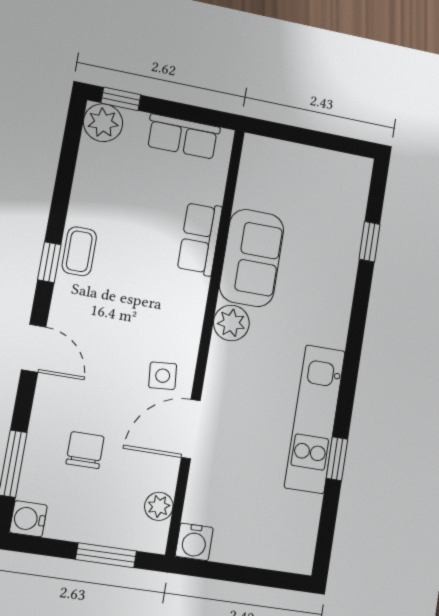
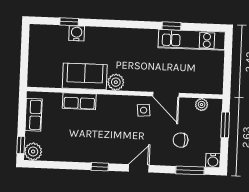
coffee table: (79, 251) -> (93, 154), removed
kitchen unit: (315, 419) -> (192, 40), moved
water cooler: (194, 542) -> (77, 33), moved, turned -90

